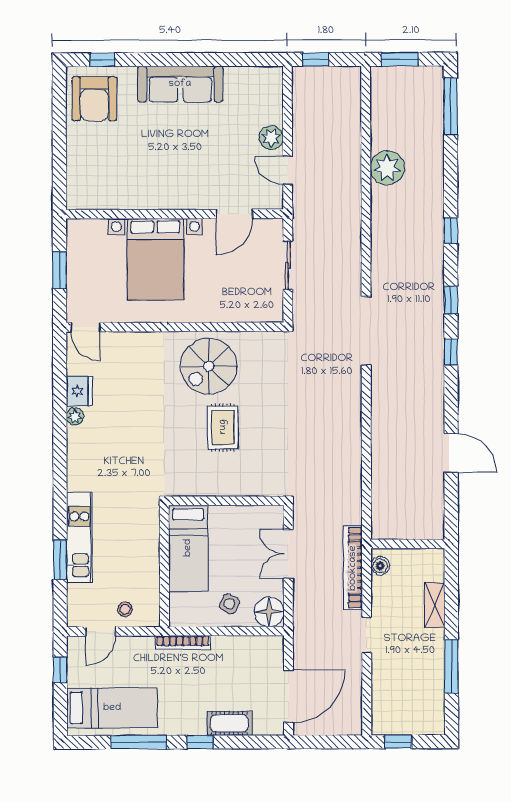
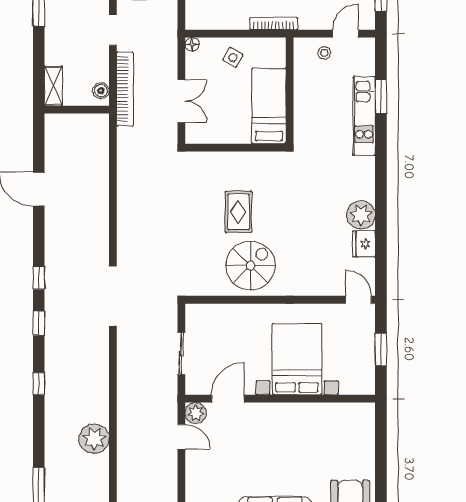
plant: (271, 137) -> (196, 413), moved
plant: (75, 417) -> (361, 215), width x1.87, depth x1.87
shelving: (435, 605) -> (53, 86), moved
floor lamp: (269, 612) -> (192, 44), width x0.53, depth x0.53

